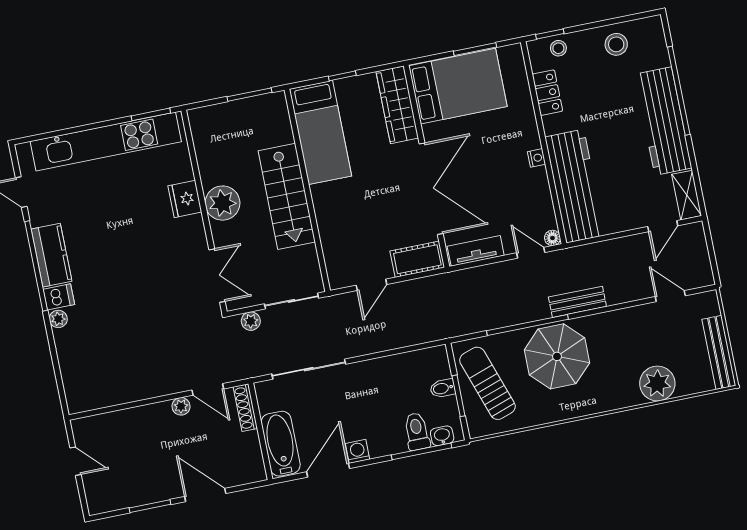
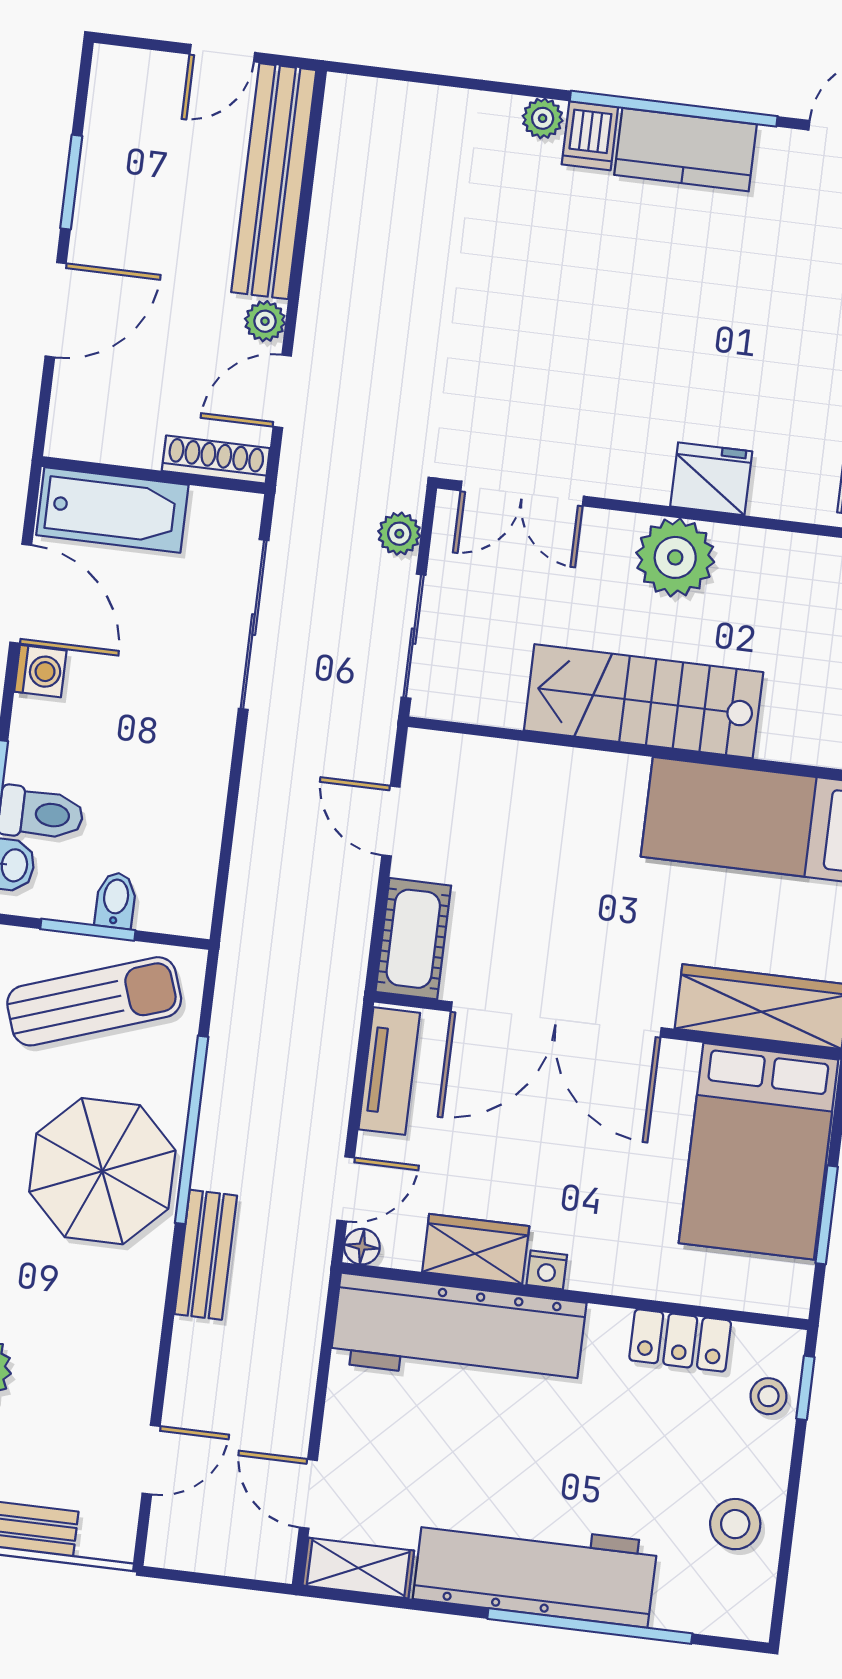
wardrobe: (538, 190) -> (476, 1249), added
bench: (122, 422) -> (274, 181), added

